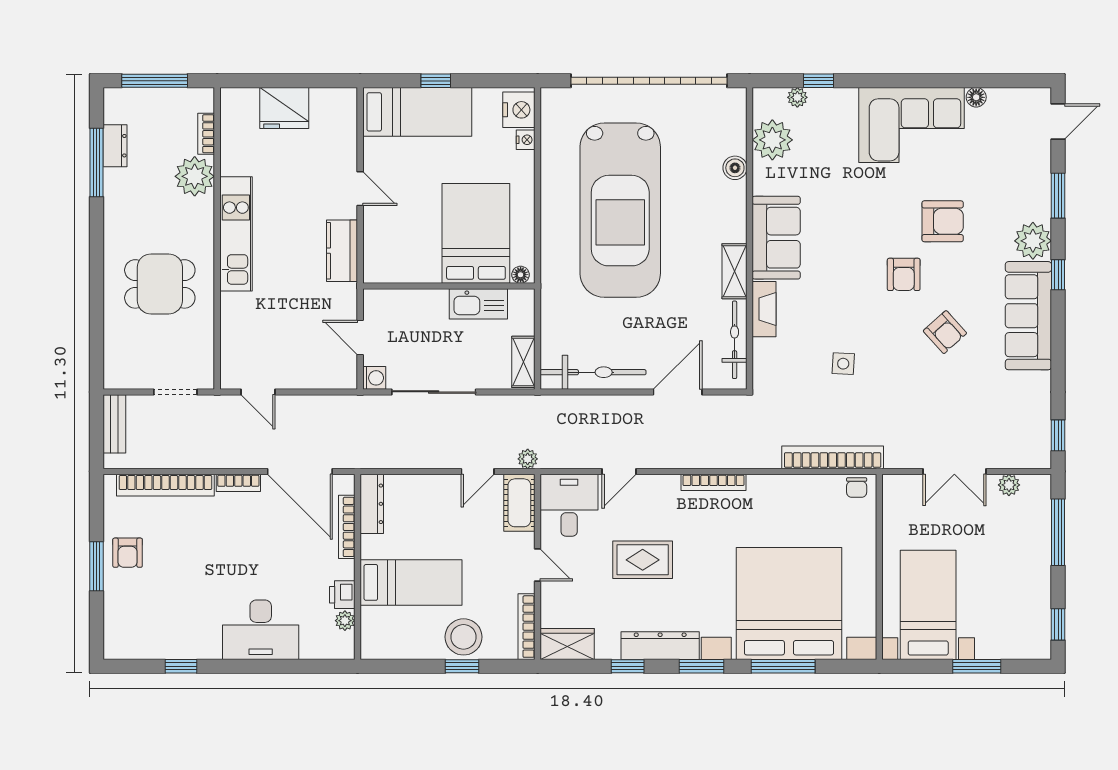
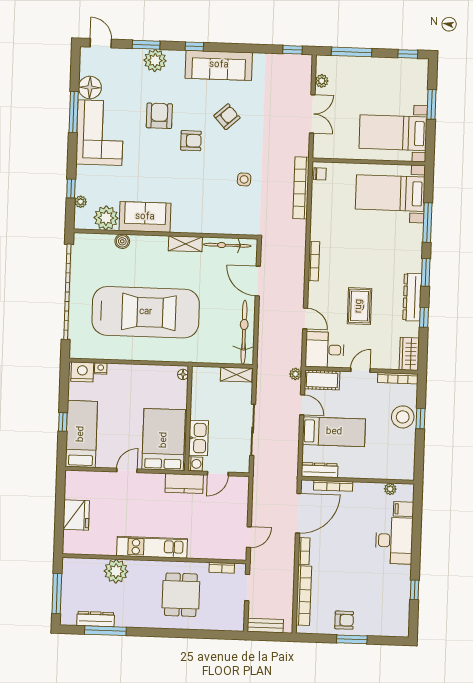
window: (944, 81) -> (74, 112), added
floor lamp: (976, 97) -> (90, 87), width x1.89, depth x1.89
bookcase: (206, 134) -> (222, 568), moved
dresser: (115, 146) -> (96, 619), width x1.44
bed: (476, 233) -> (164, 440), moved, turned 90
sofa: (776, 238) -> (145, 217), moved
plant: (1033, 241) -> (155, 60), moved
kitchen counter: (342, 251) -> (184, 484), moved
kitchen sink: (478, 304) -> (199, 438), moved
fireplace: (764, 309) -> (209, 227), removed
washing machine: (374, 378) -> (195, 464), moved, turned 90
bed: (411, 582) -> (334, 432), moved, turned 90
printer: (342, 595) -> (374, 490), removed
bed with nightstands: (789, 603) -> (390, 193), width x0.54
filing cabinet: (313, 643) -> (403, 509), added

